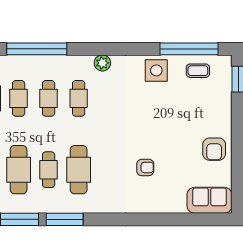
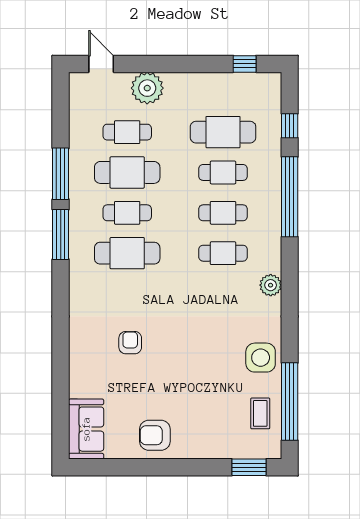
armchair: (145, 167) -> (130, 343), turned 180

